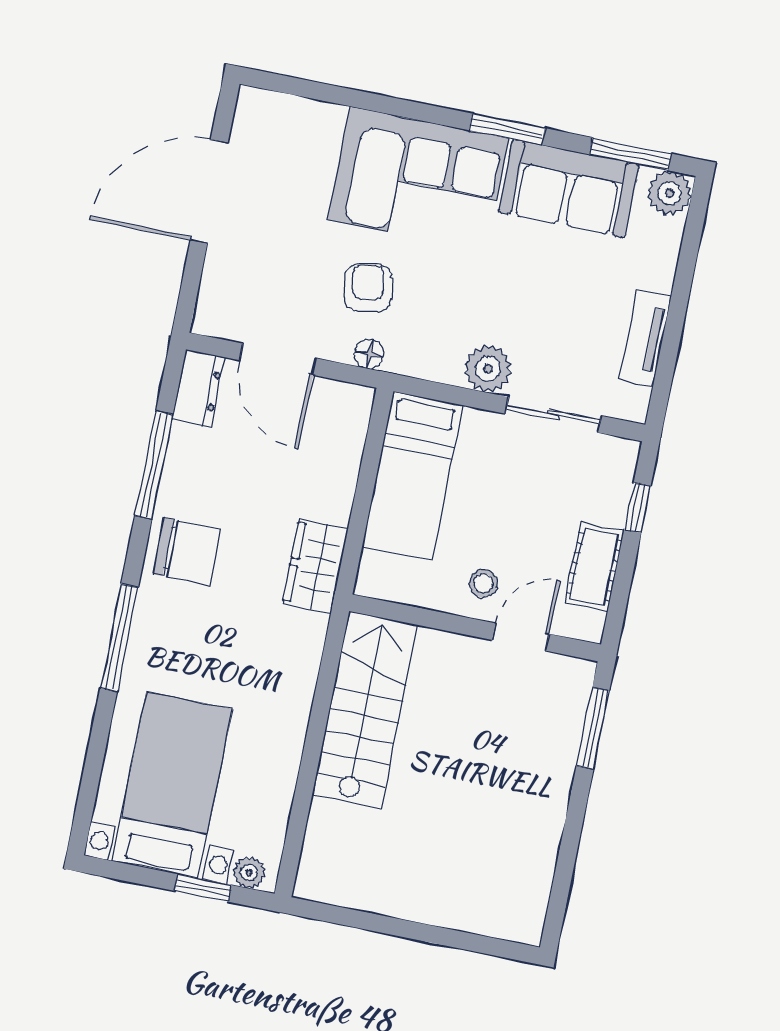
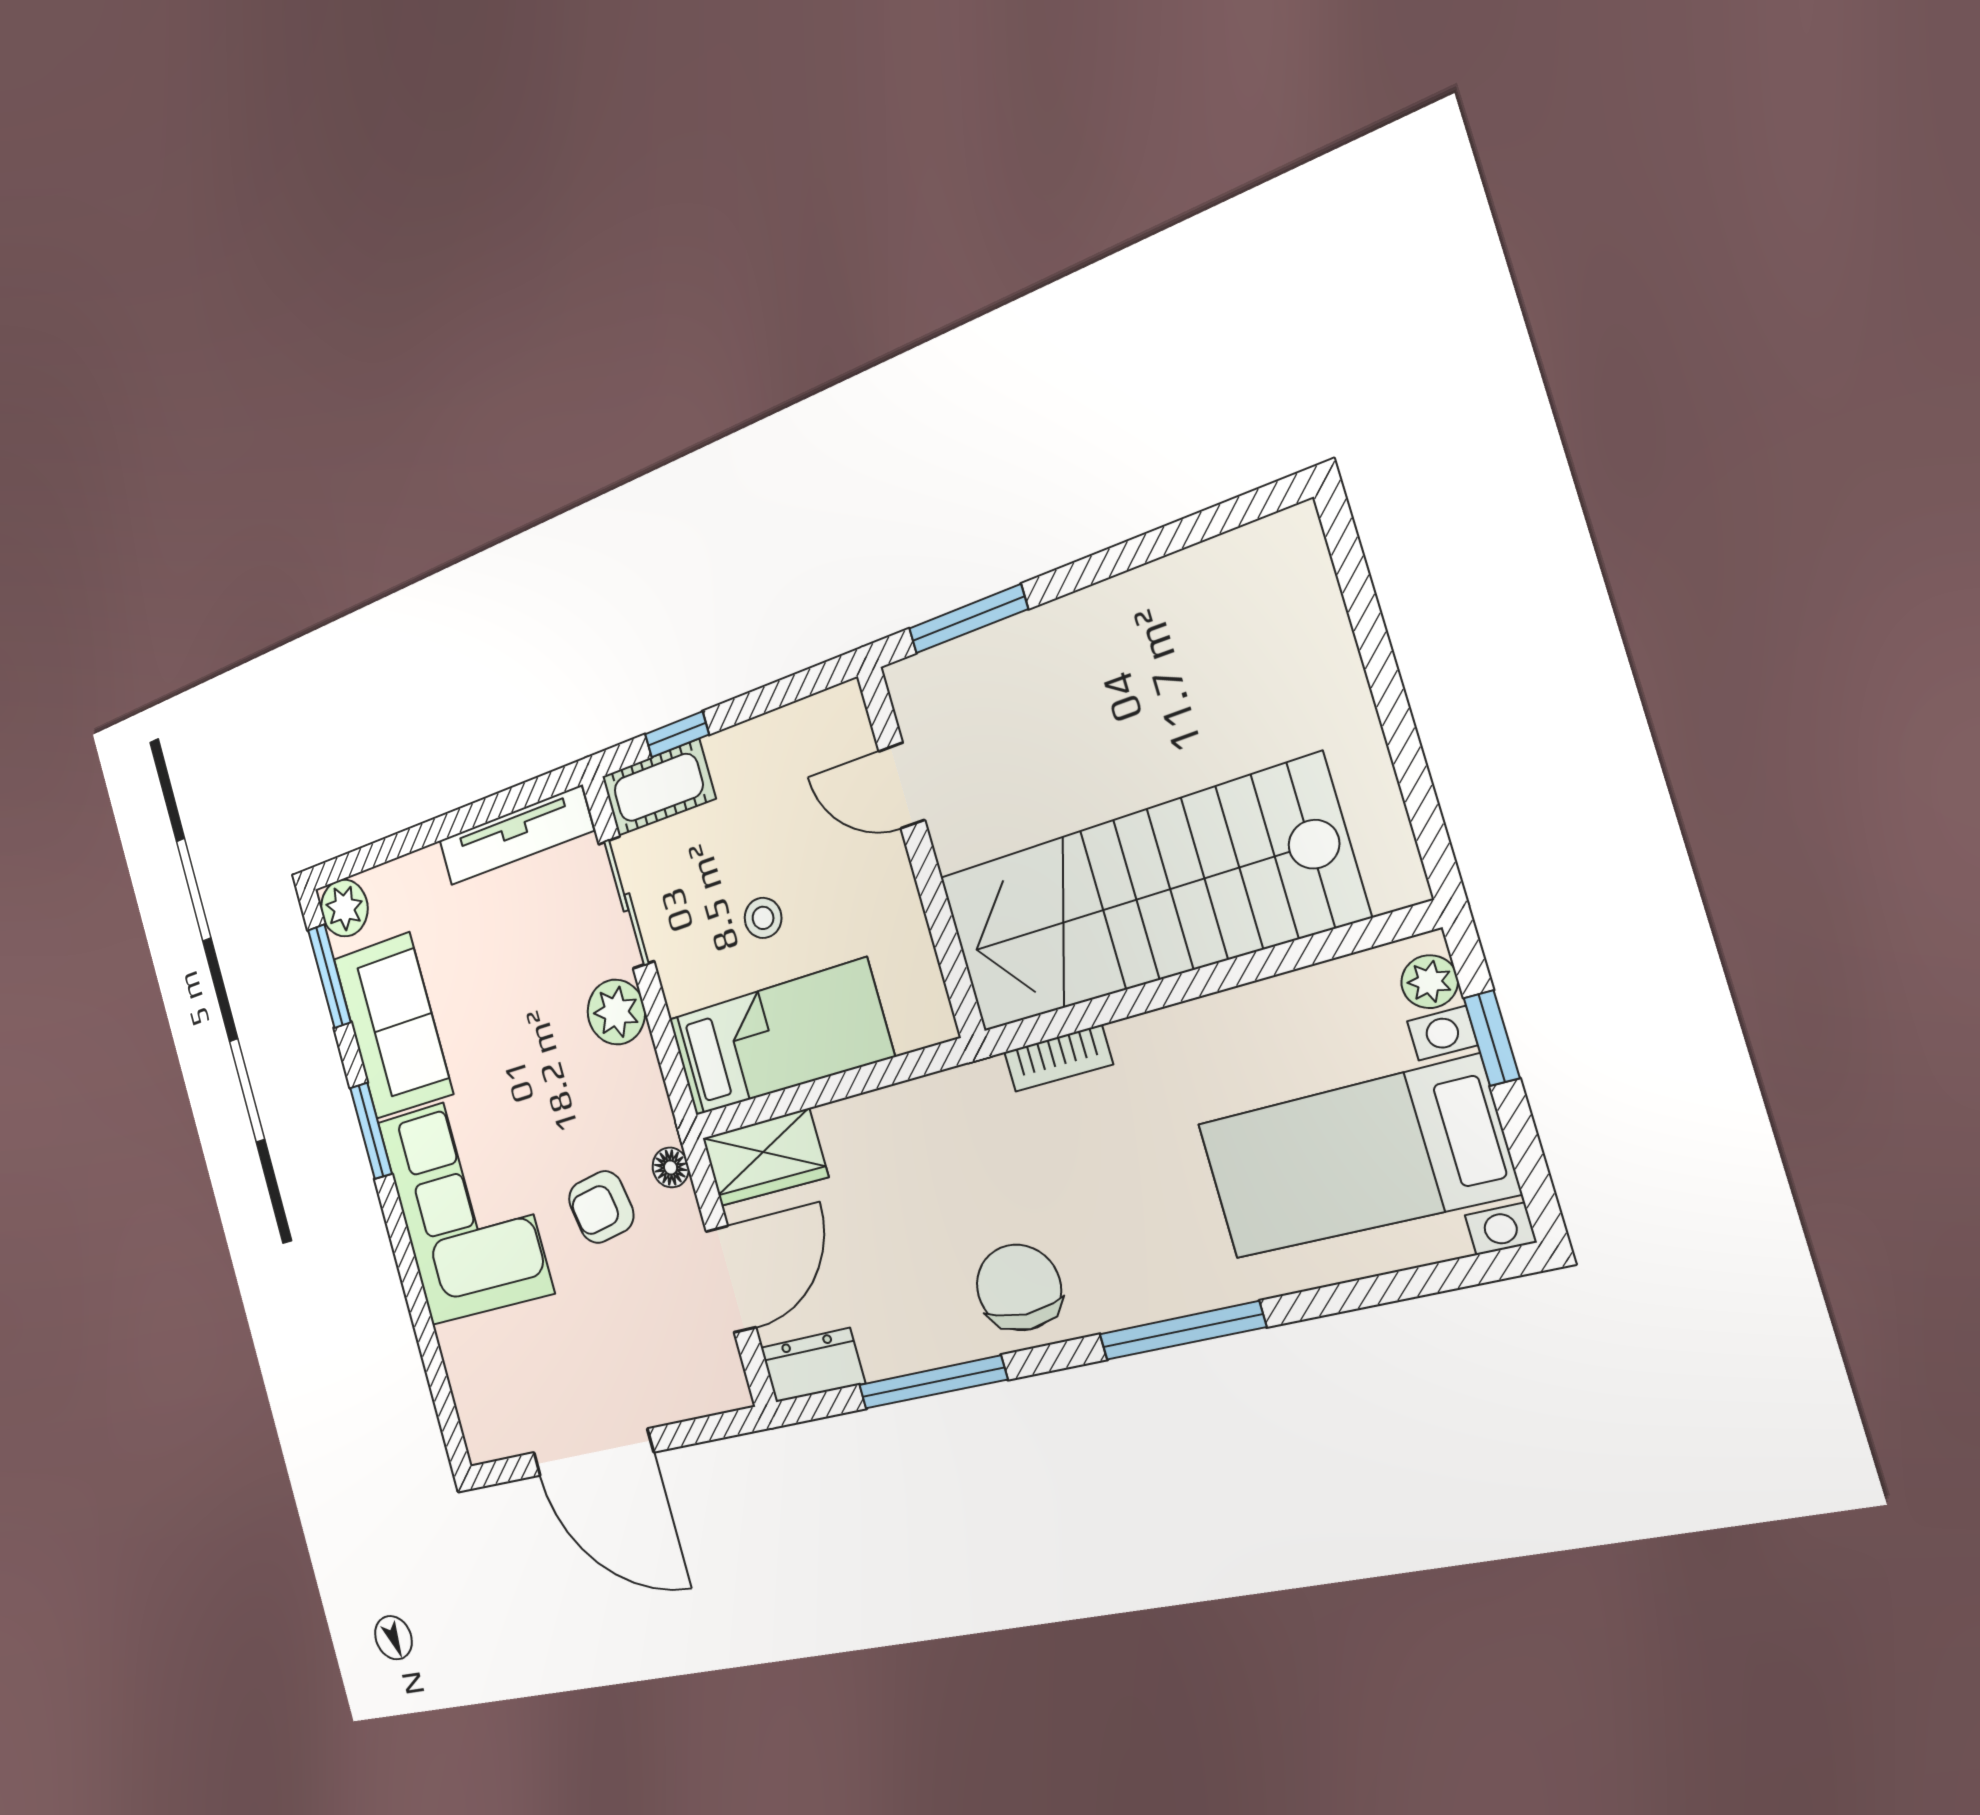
tv unit: (645, 338) -> (516, 836), width x1.41
wardrobe: (315, 566) -> (765, 1157), moved
cot: (594, 567) -> (658, 788), moved
stool: (483, 583) -> (763, 918), moved
bookcase: (310, 647) -> (1058, 1058), added
stairs: (365, 710) -> (1146, 897), width x1.36, depth x1.51

